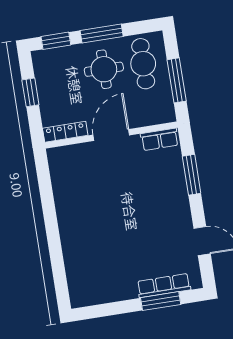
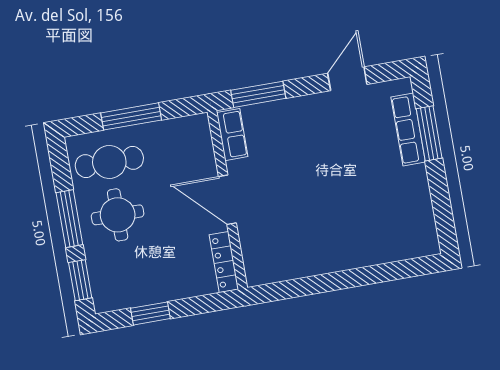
locker: (65, 132) -> (224, 262), moved
door: (111, 135) -> (227, 200), moved
wall: (111, 135) -> (227, 200), moved
row of seats: (160, 139) -> (232, 135), moved

